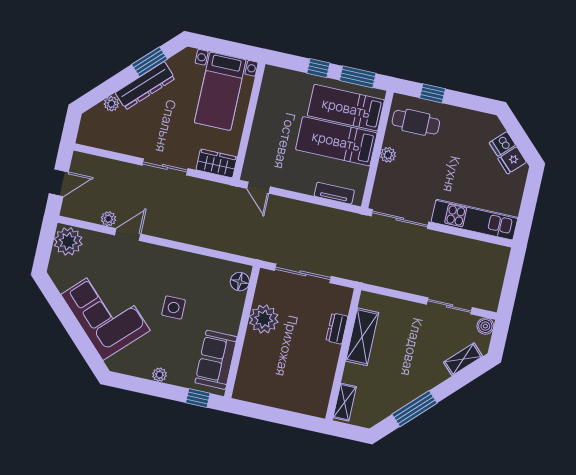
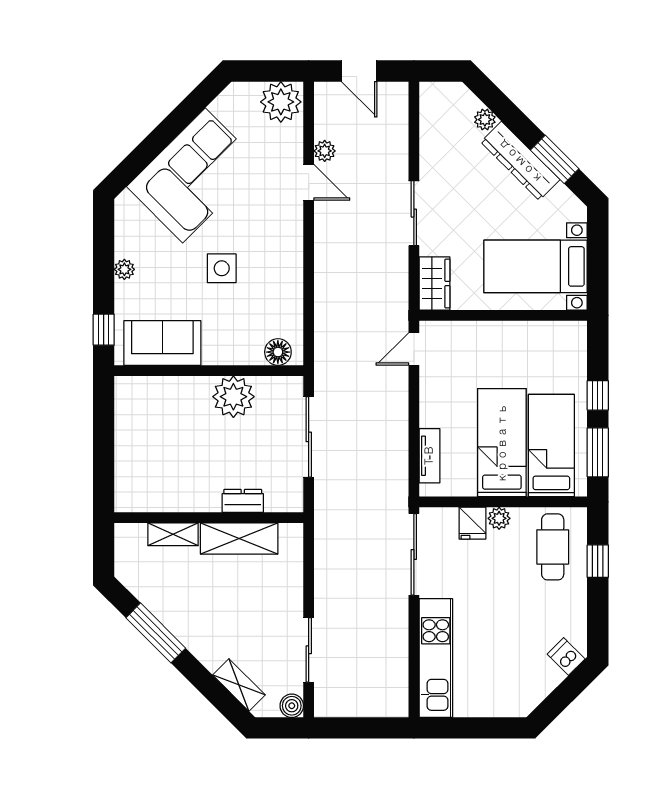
dishwasher: (502, 144) -> (566, 657), moved
fridge: (512, 160) -> (472, 523), moved, turned -135
shelving: (345, 402) -> (173, 534), moved

